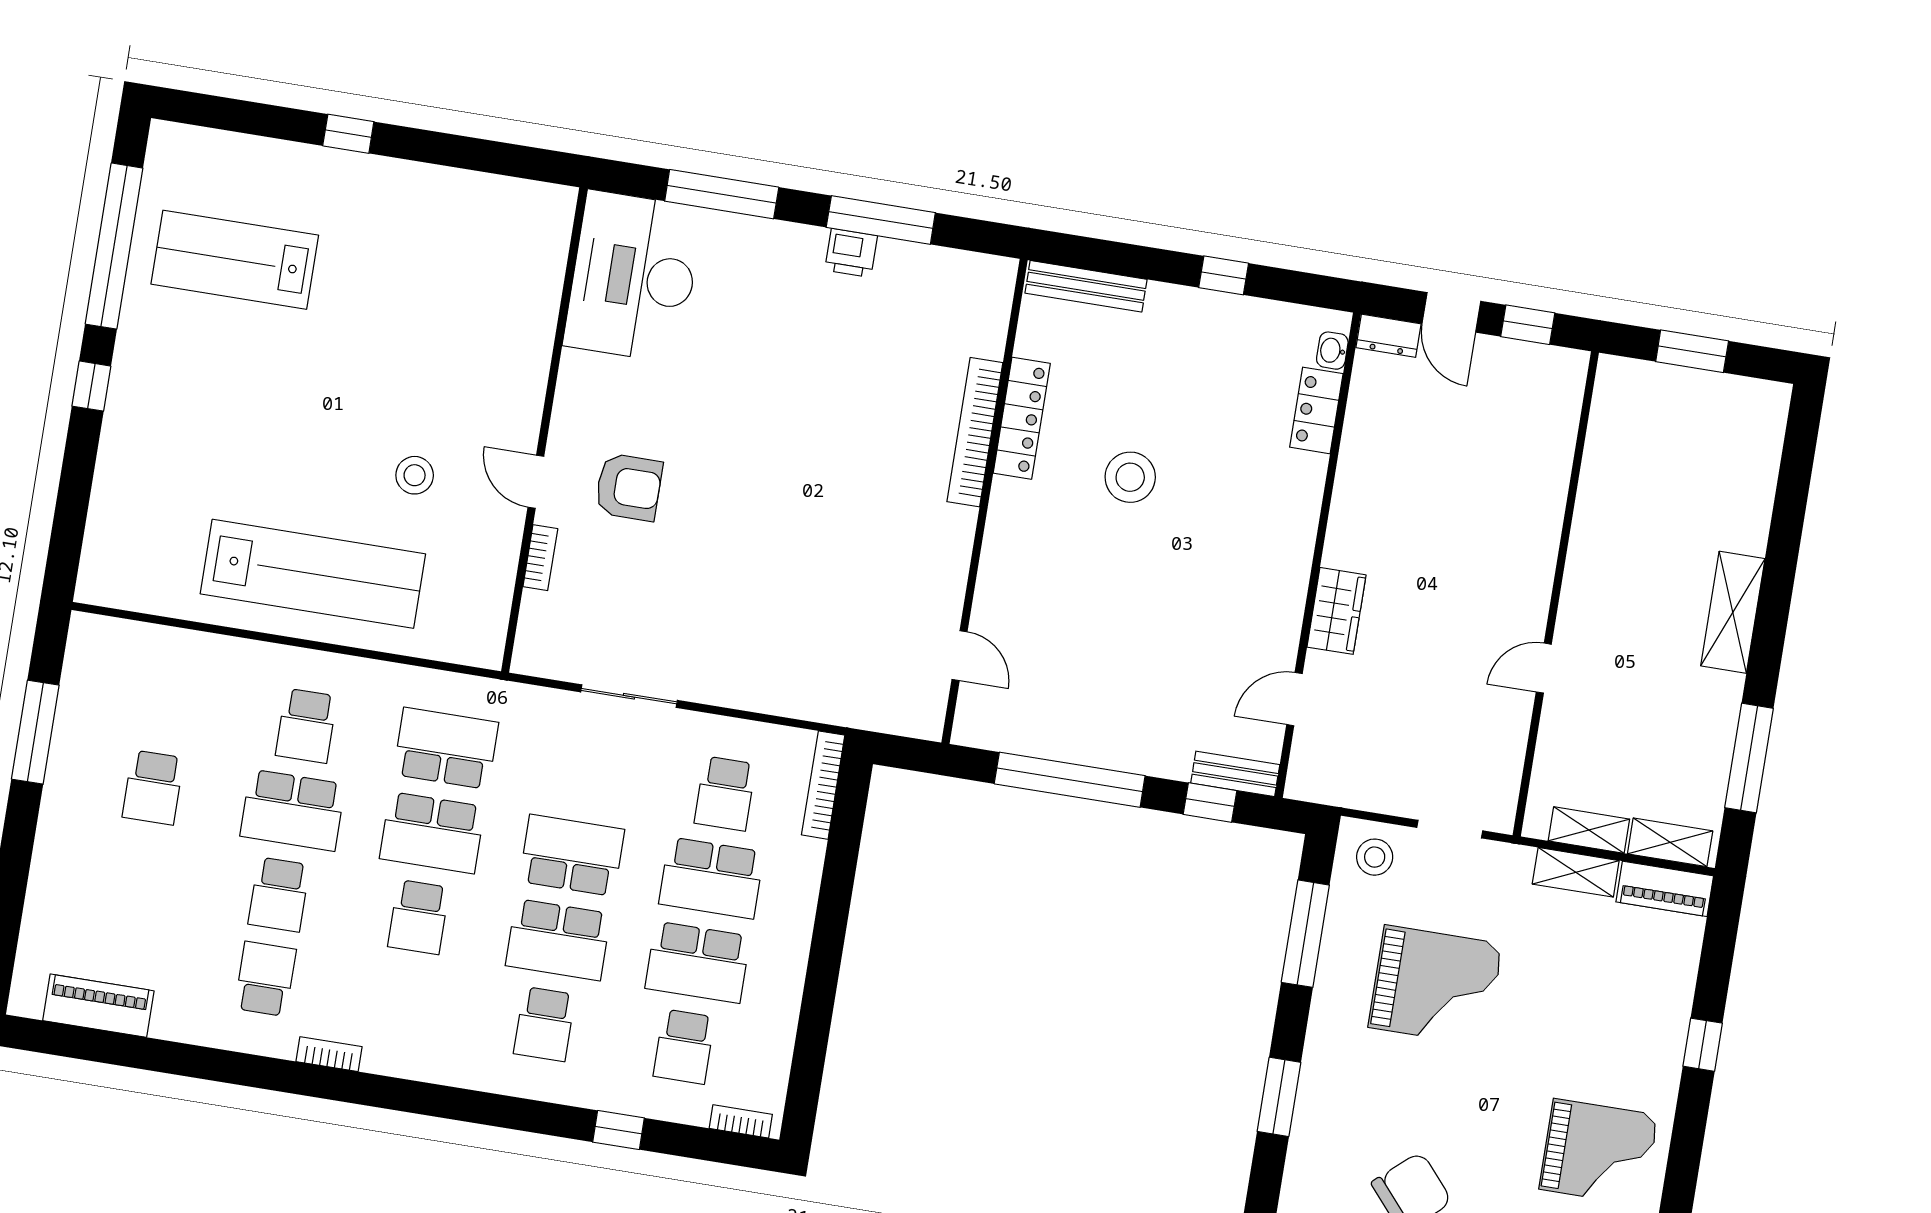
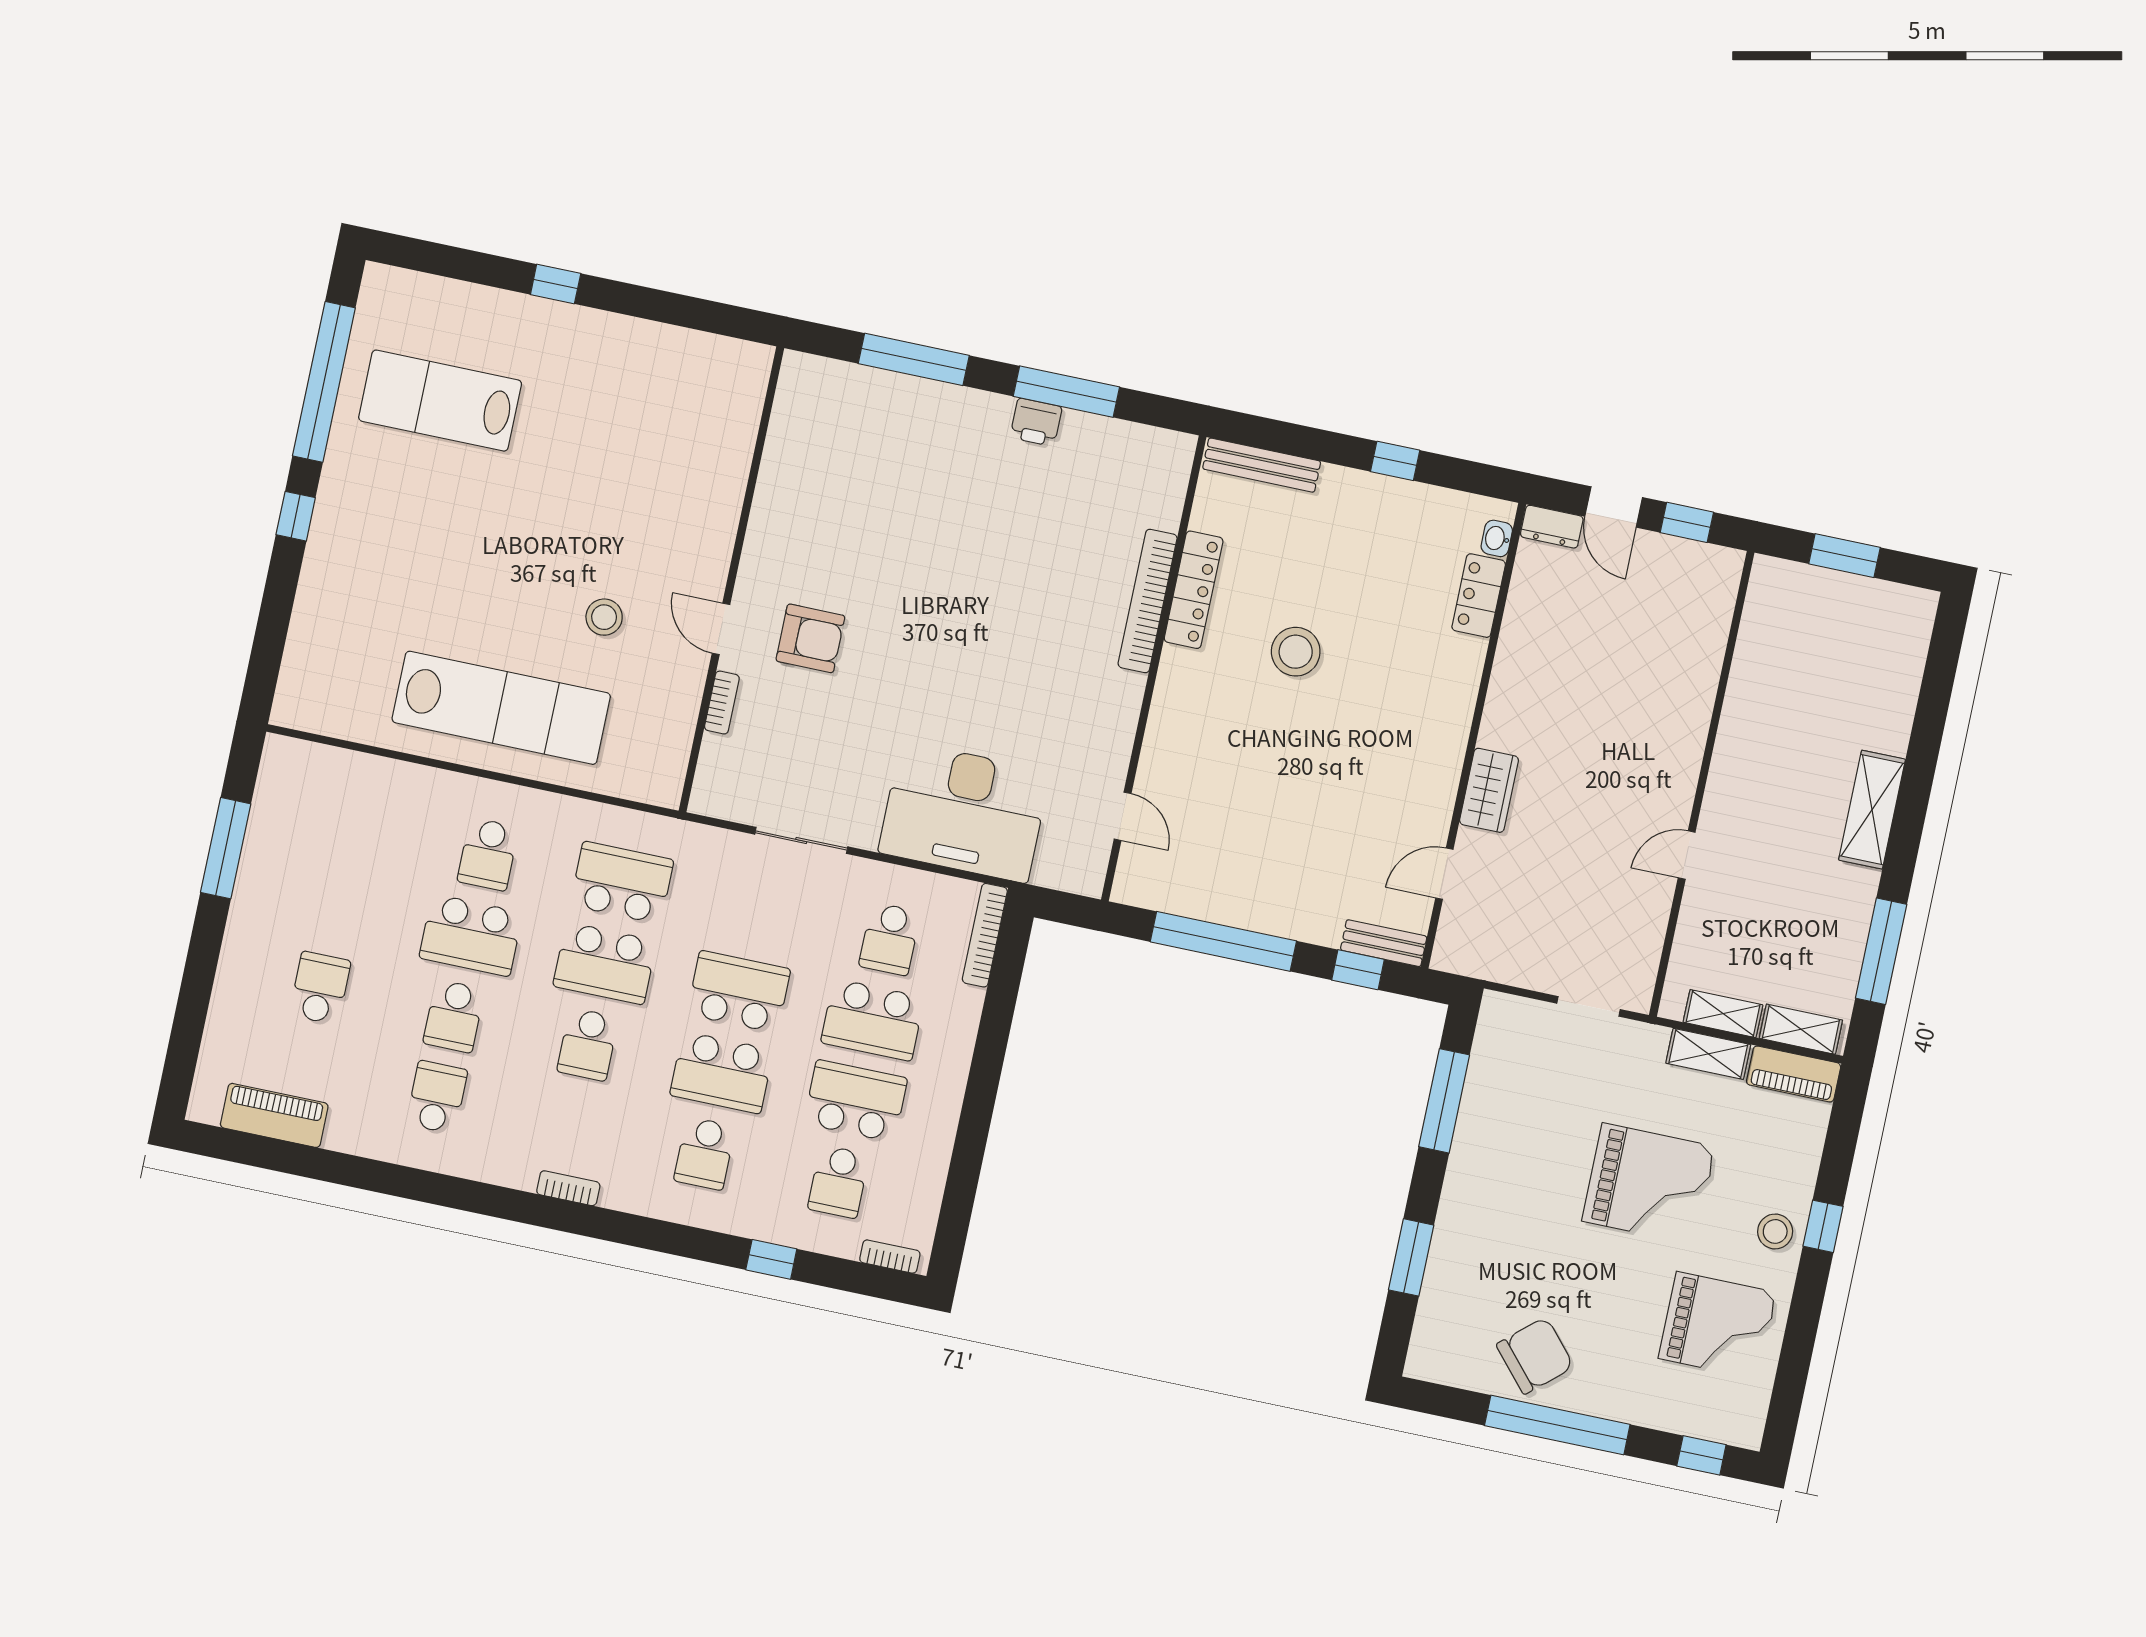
desk: (633, 277) -> (964, 812), moved, turned -90
school desk: (153, 787) -> (320, 988), moved, turned 180
stool: (1375, 857) -> (1775, 1231), moved
school desk: (698, 962) -> (856, 1101), turned 180
grand piano: (1435, 986) -> (1649, 1184), moved
bookcase: (329, 1054) -> (568, 1188), moved

